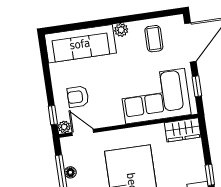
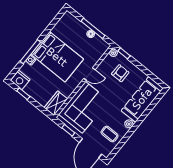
door: (83, 132) -> (89, 74), moved

